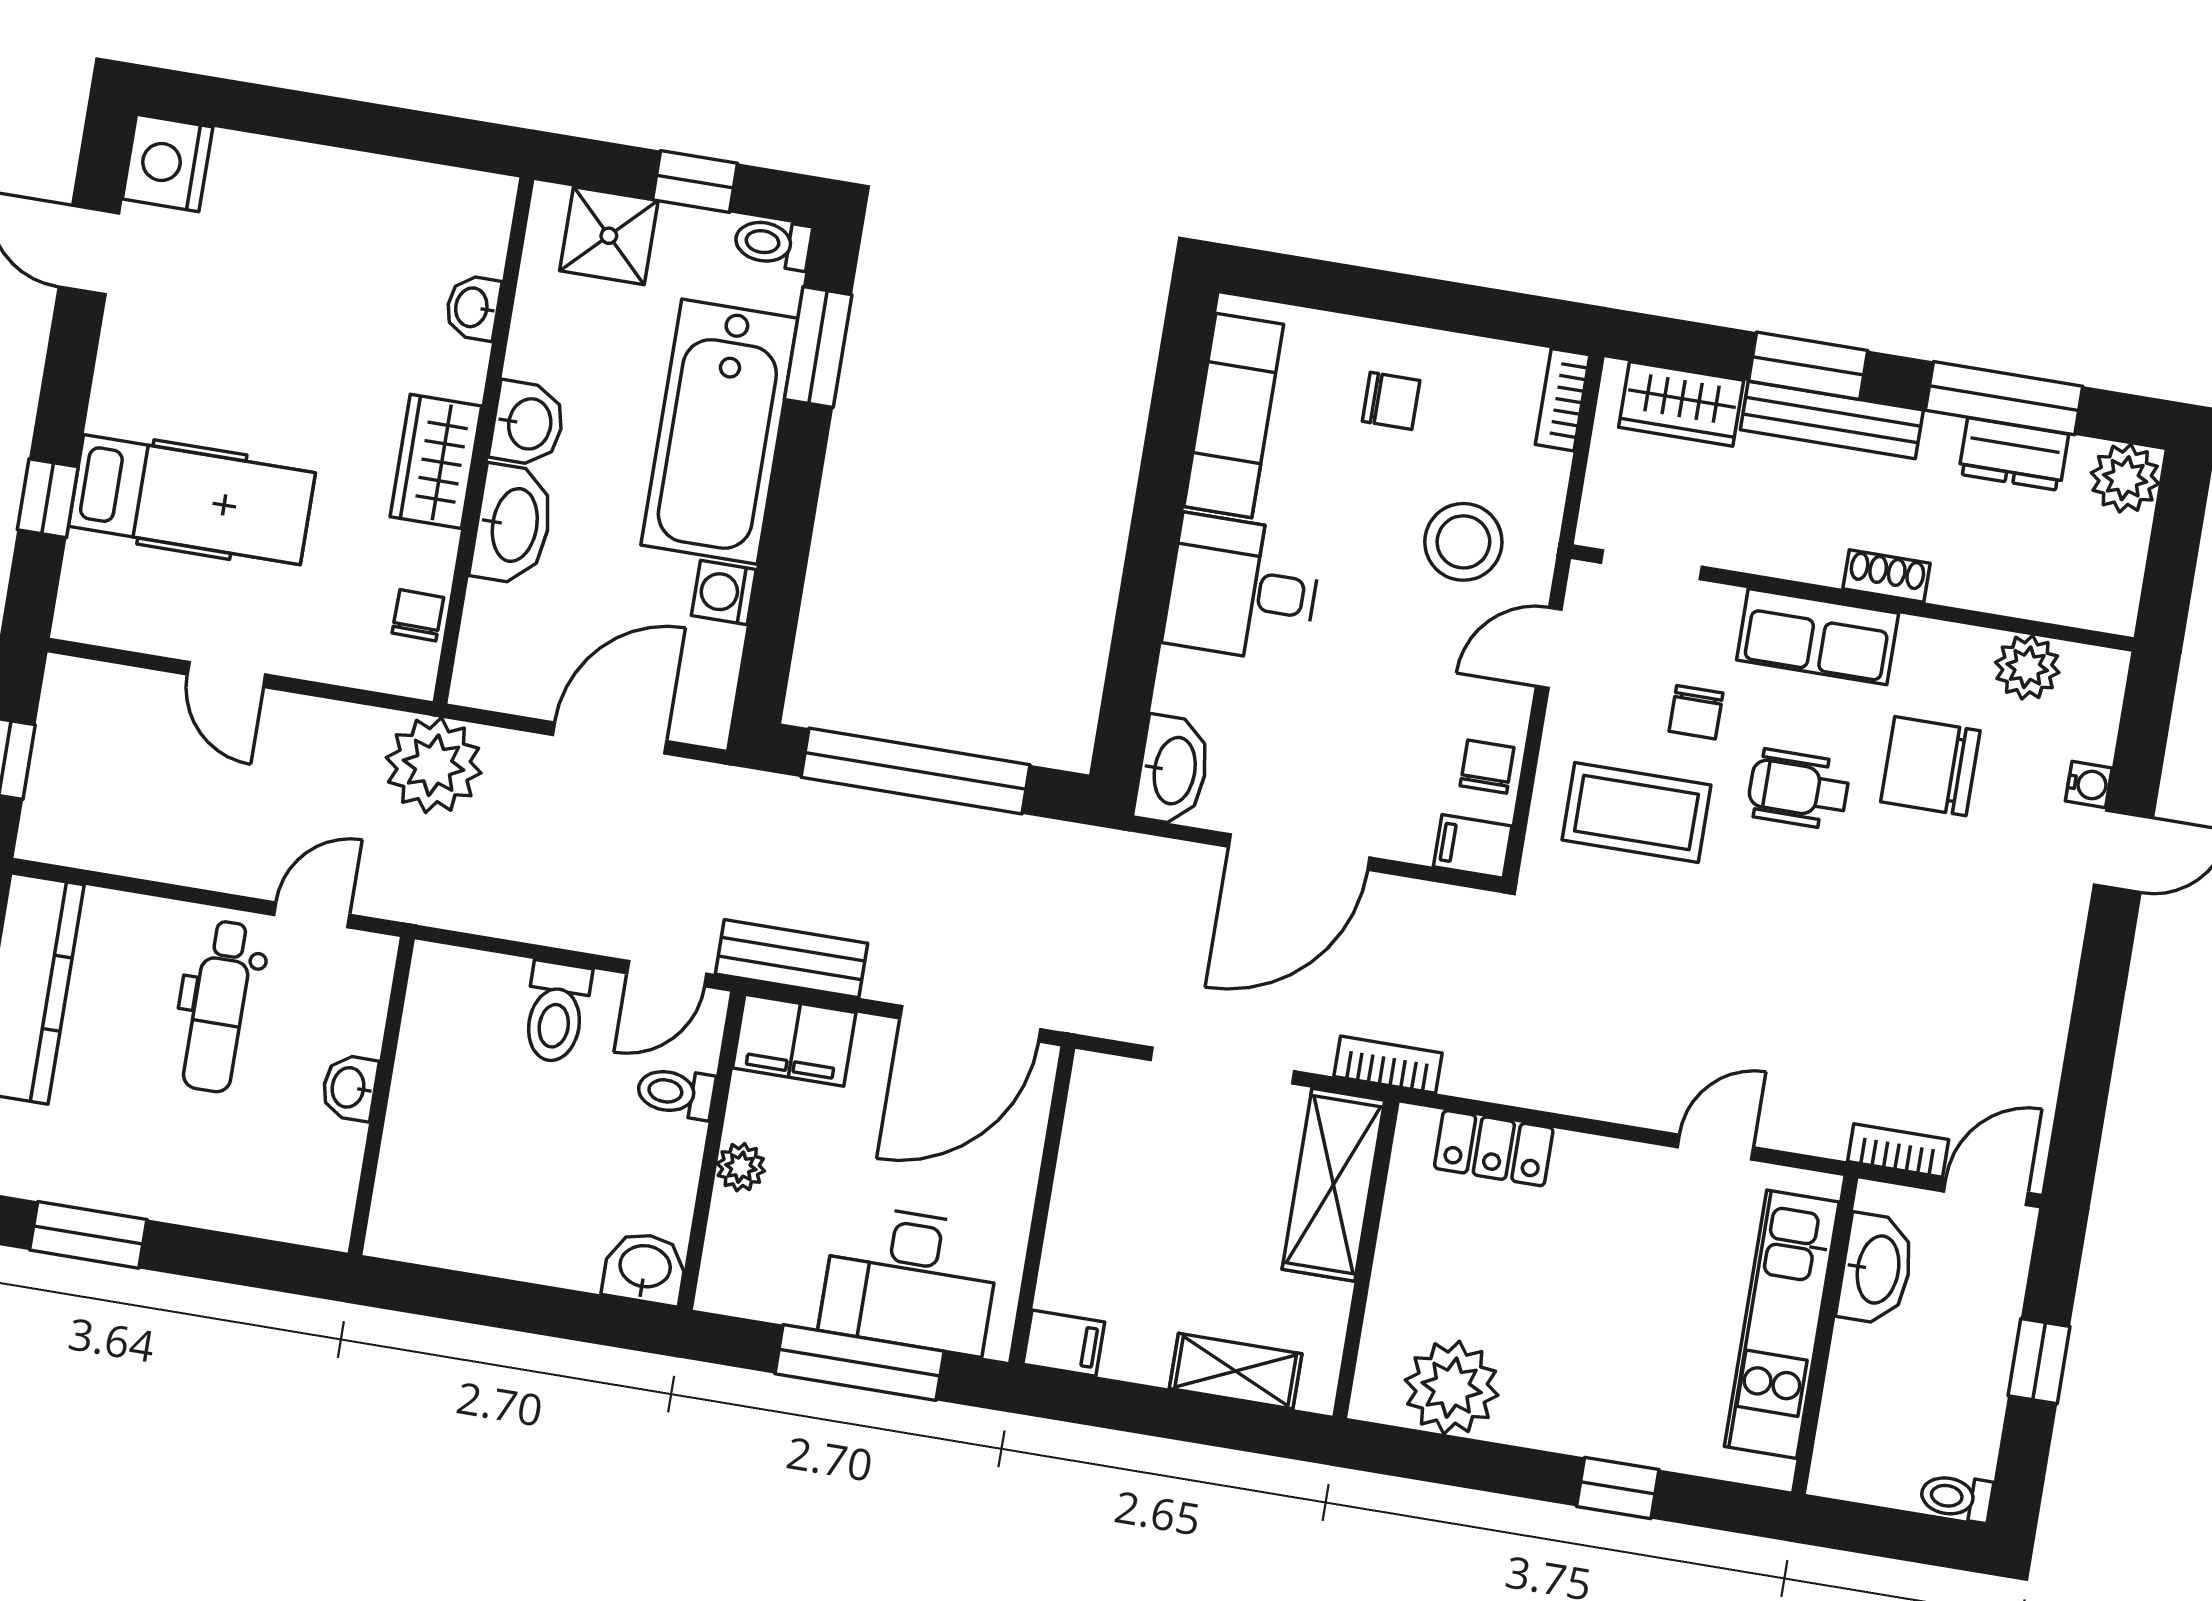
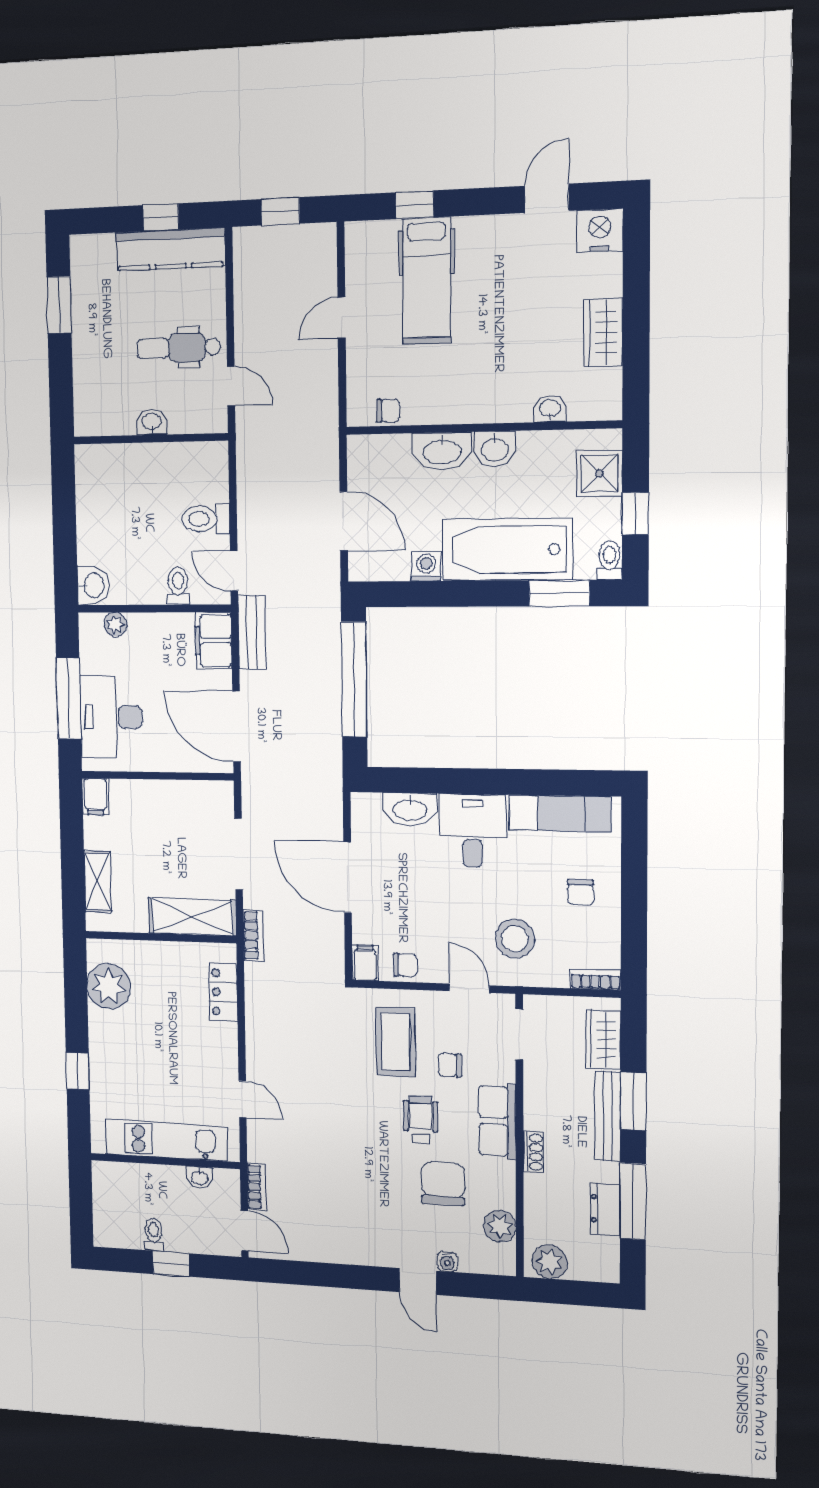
wardrobe: (436, 461) -> (603, 333), moved, turned -90
plant: (2125, 478) -> (550, 1262), moved
plant: (434, 765) -> (315, 434), removed
washbasin: (1173, 770) -> (410, 809), moved
plant: (741, 1167) -> (115, 625), moved
washbasin: (1876, 1269) -> (199, 1178), width x0.52, depth x0.69
toilet: (1956, 1497) -> (154, 1234), moved

